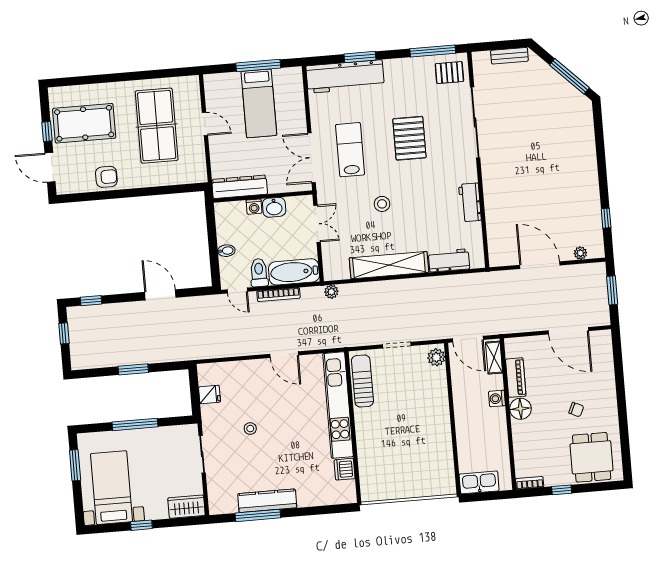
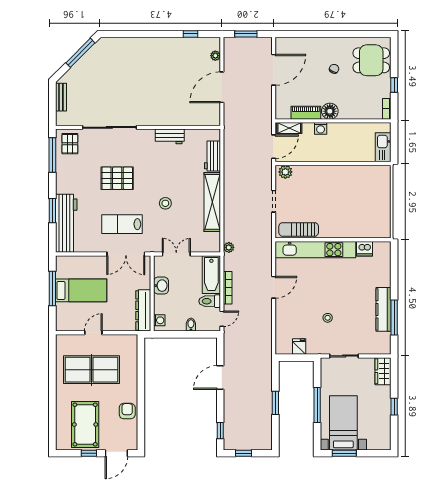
washing machine: (254, 207) -> (159, 320), moved
bed with nightstands: (111, 488) -> (343, 423), moved, turned 90

